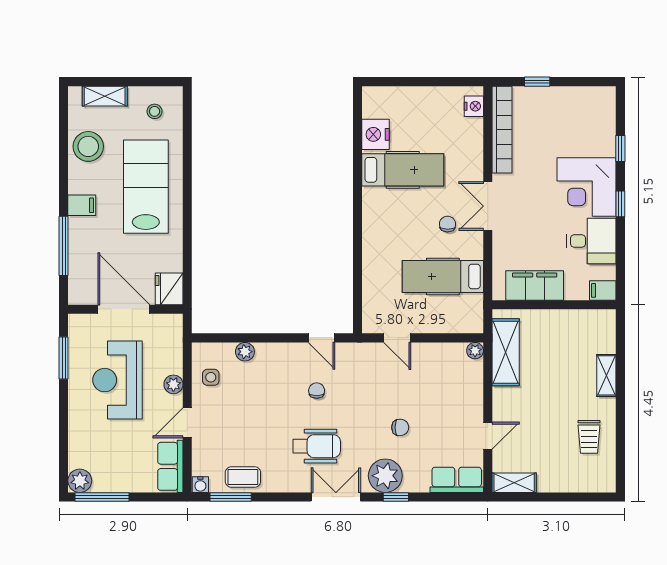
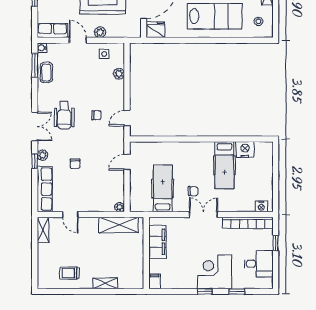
desk: (591, 241) -> (259, 264), moved, turned -90
plant: (385, 476) -> (42, 155), width x0.53, depth x0.53
row of seats: (457, 480) -> (45, 189), width x1.48

